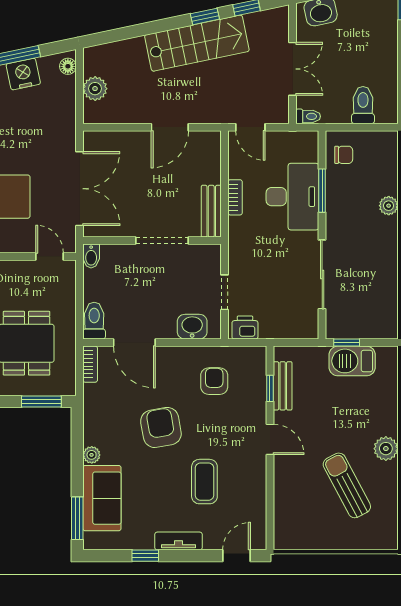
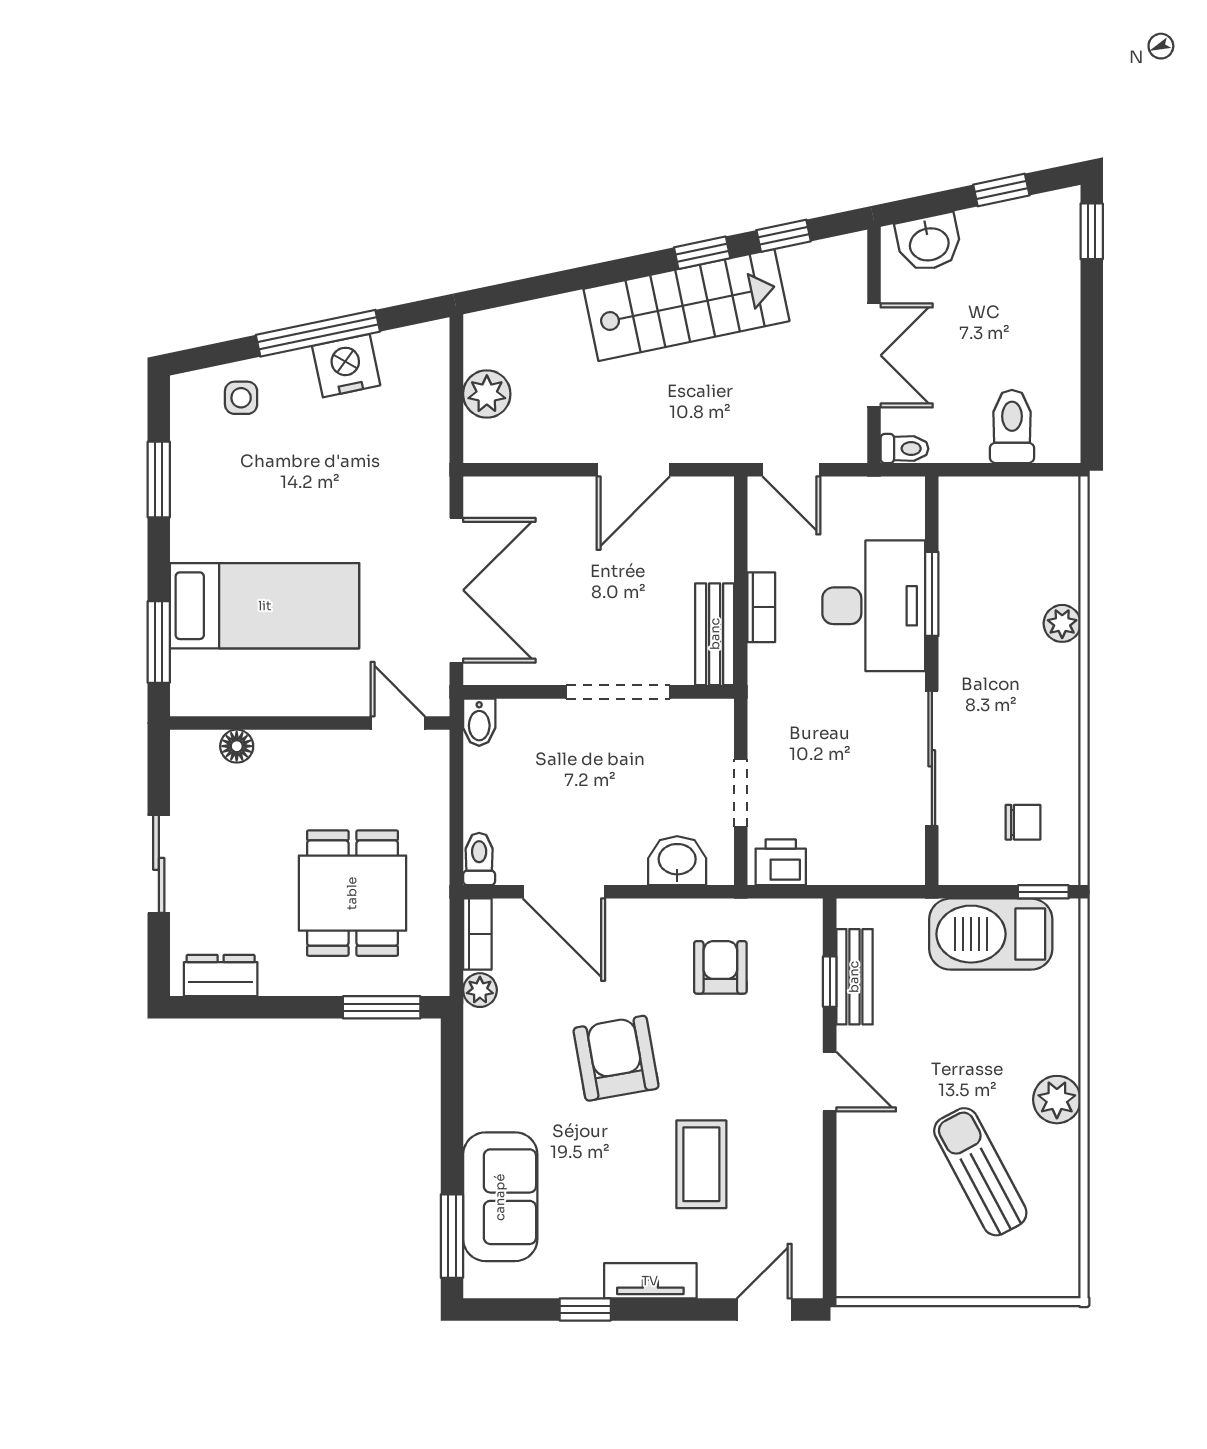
floor lamp: (68, 66) -> (434, 350), removed
chair: (344, 155) -> (1023, 822), moved
toilet: (94, 321) -> (479, 859), width x0.73, depth x0.72
window: (347, 343) -> (1043, 892), moved
barbecue: (352, 361) -> (991, 934), width x1.37, depth x1.21
plant: (92, 455) -> (480, 990), moved

